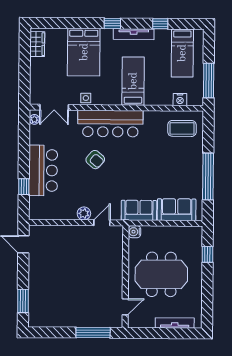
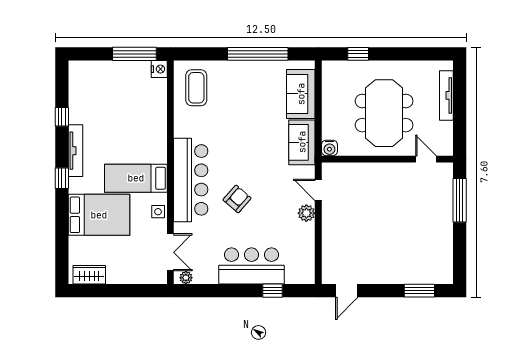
bed: (182, 53) -> (99, 88), removed
bed: (133, 81) -> (136, 178), moved
nightstand: (180, 100) -> (159, 69), moved

